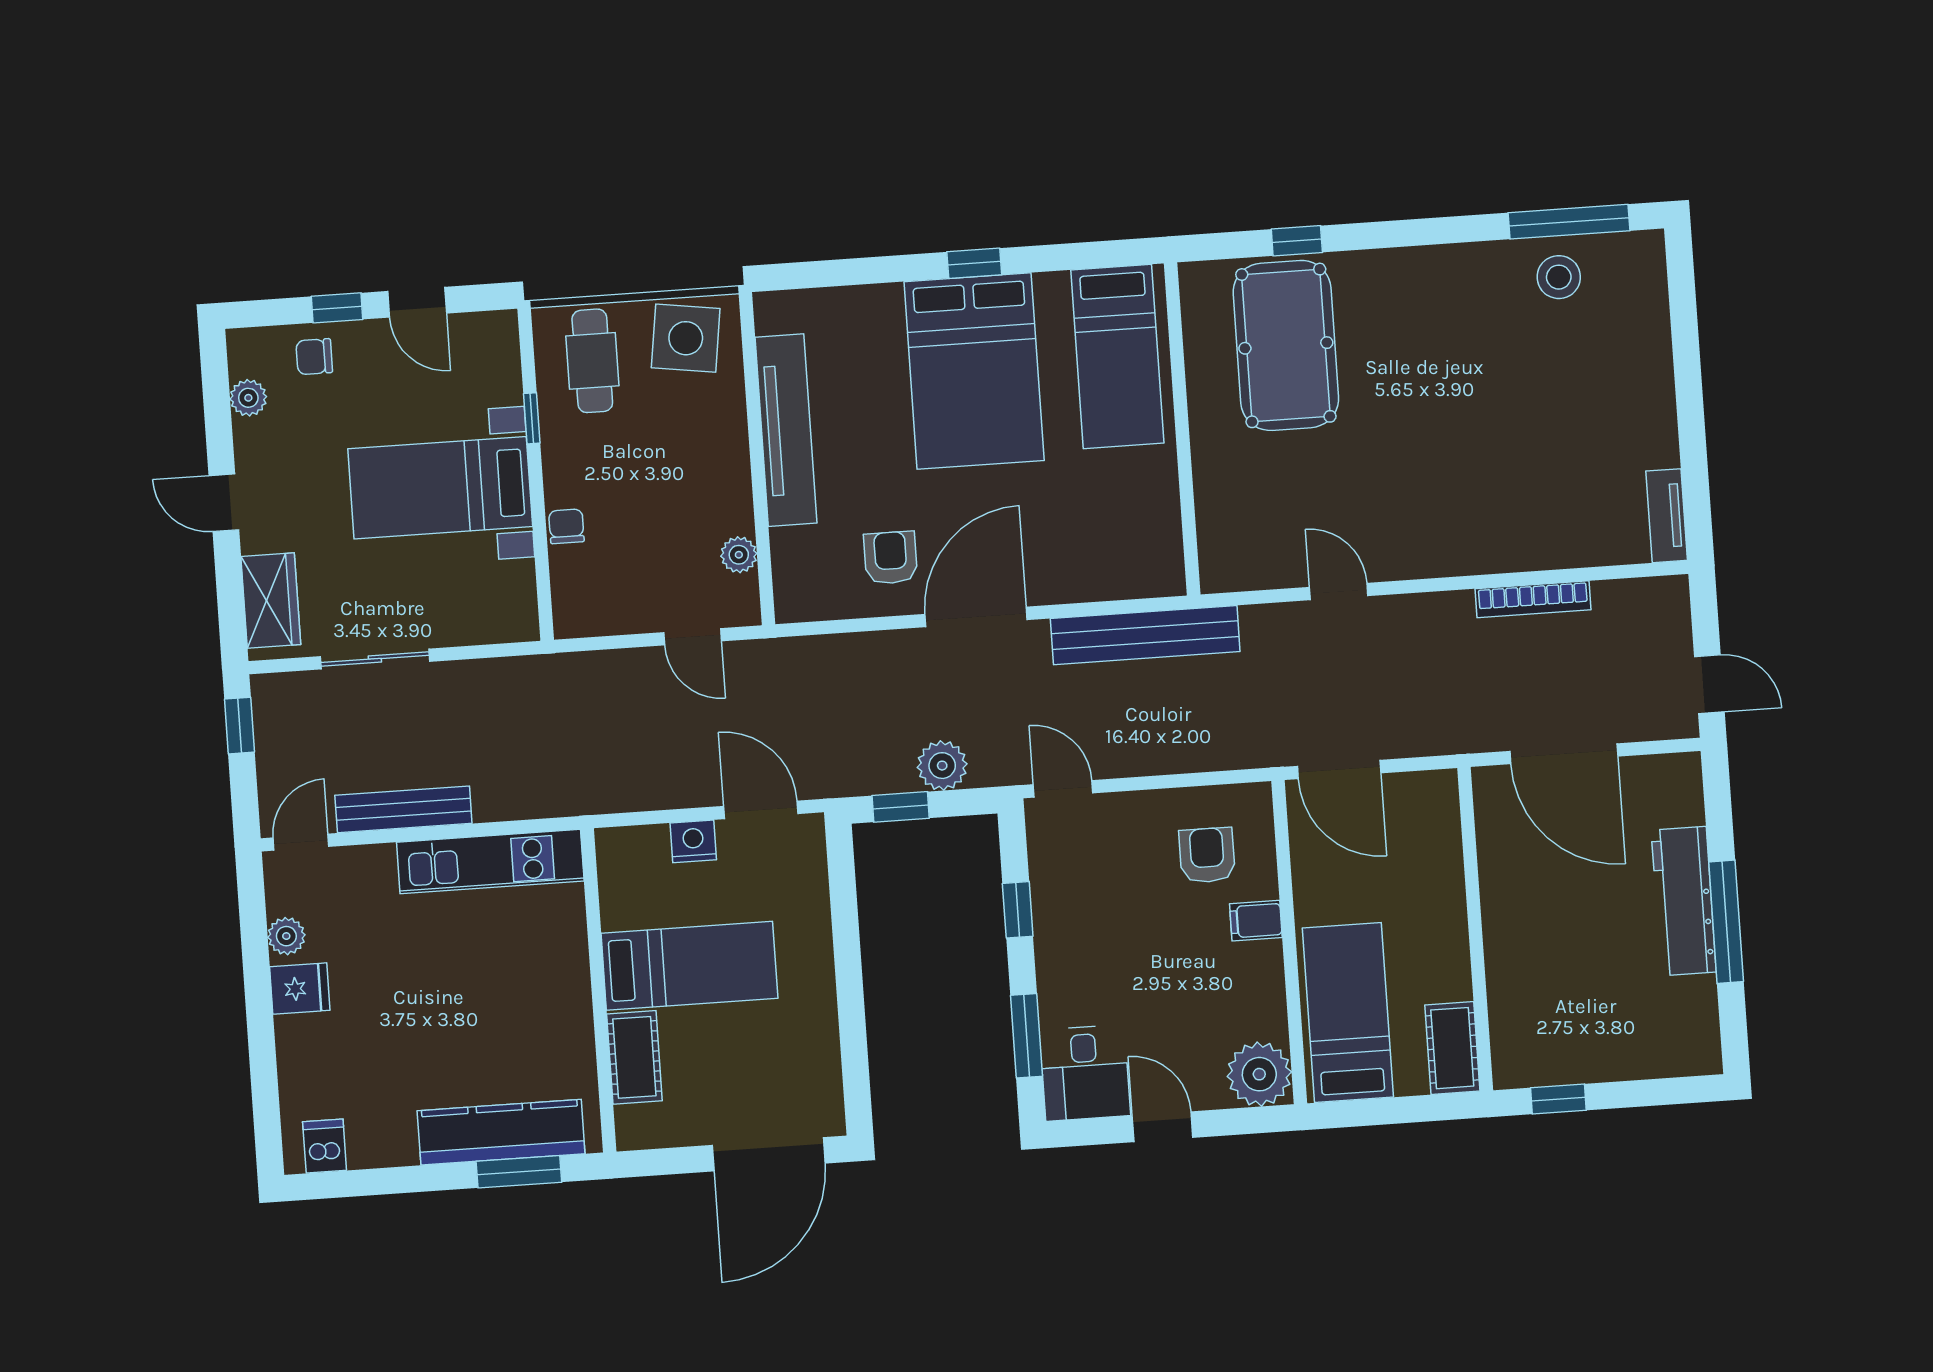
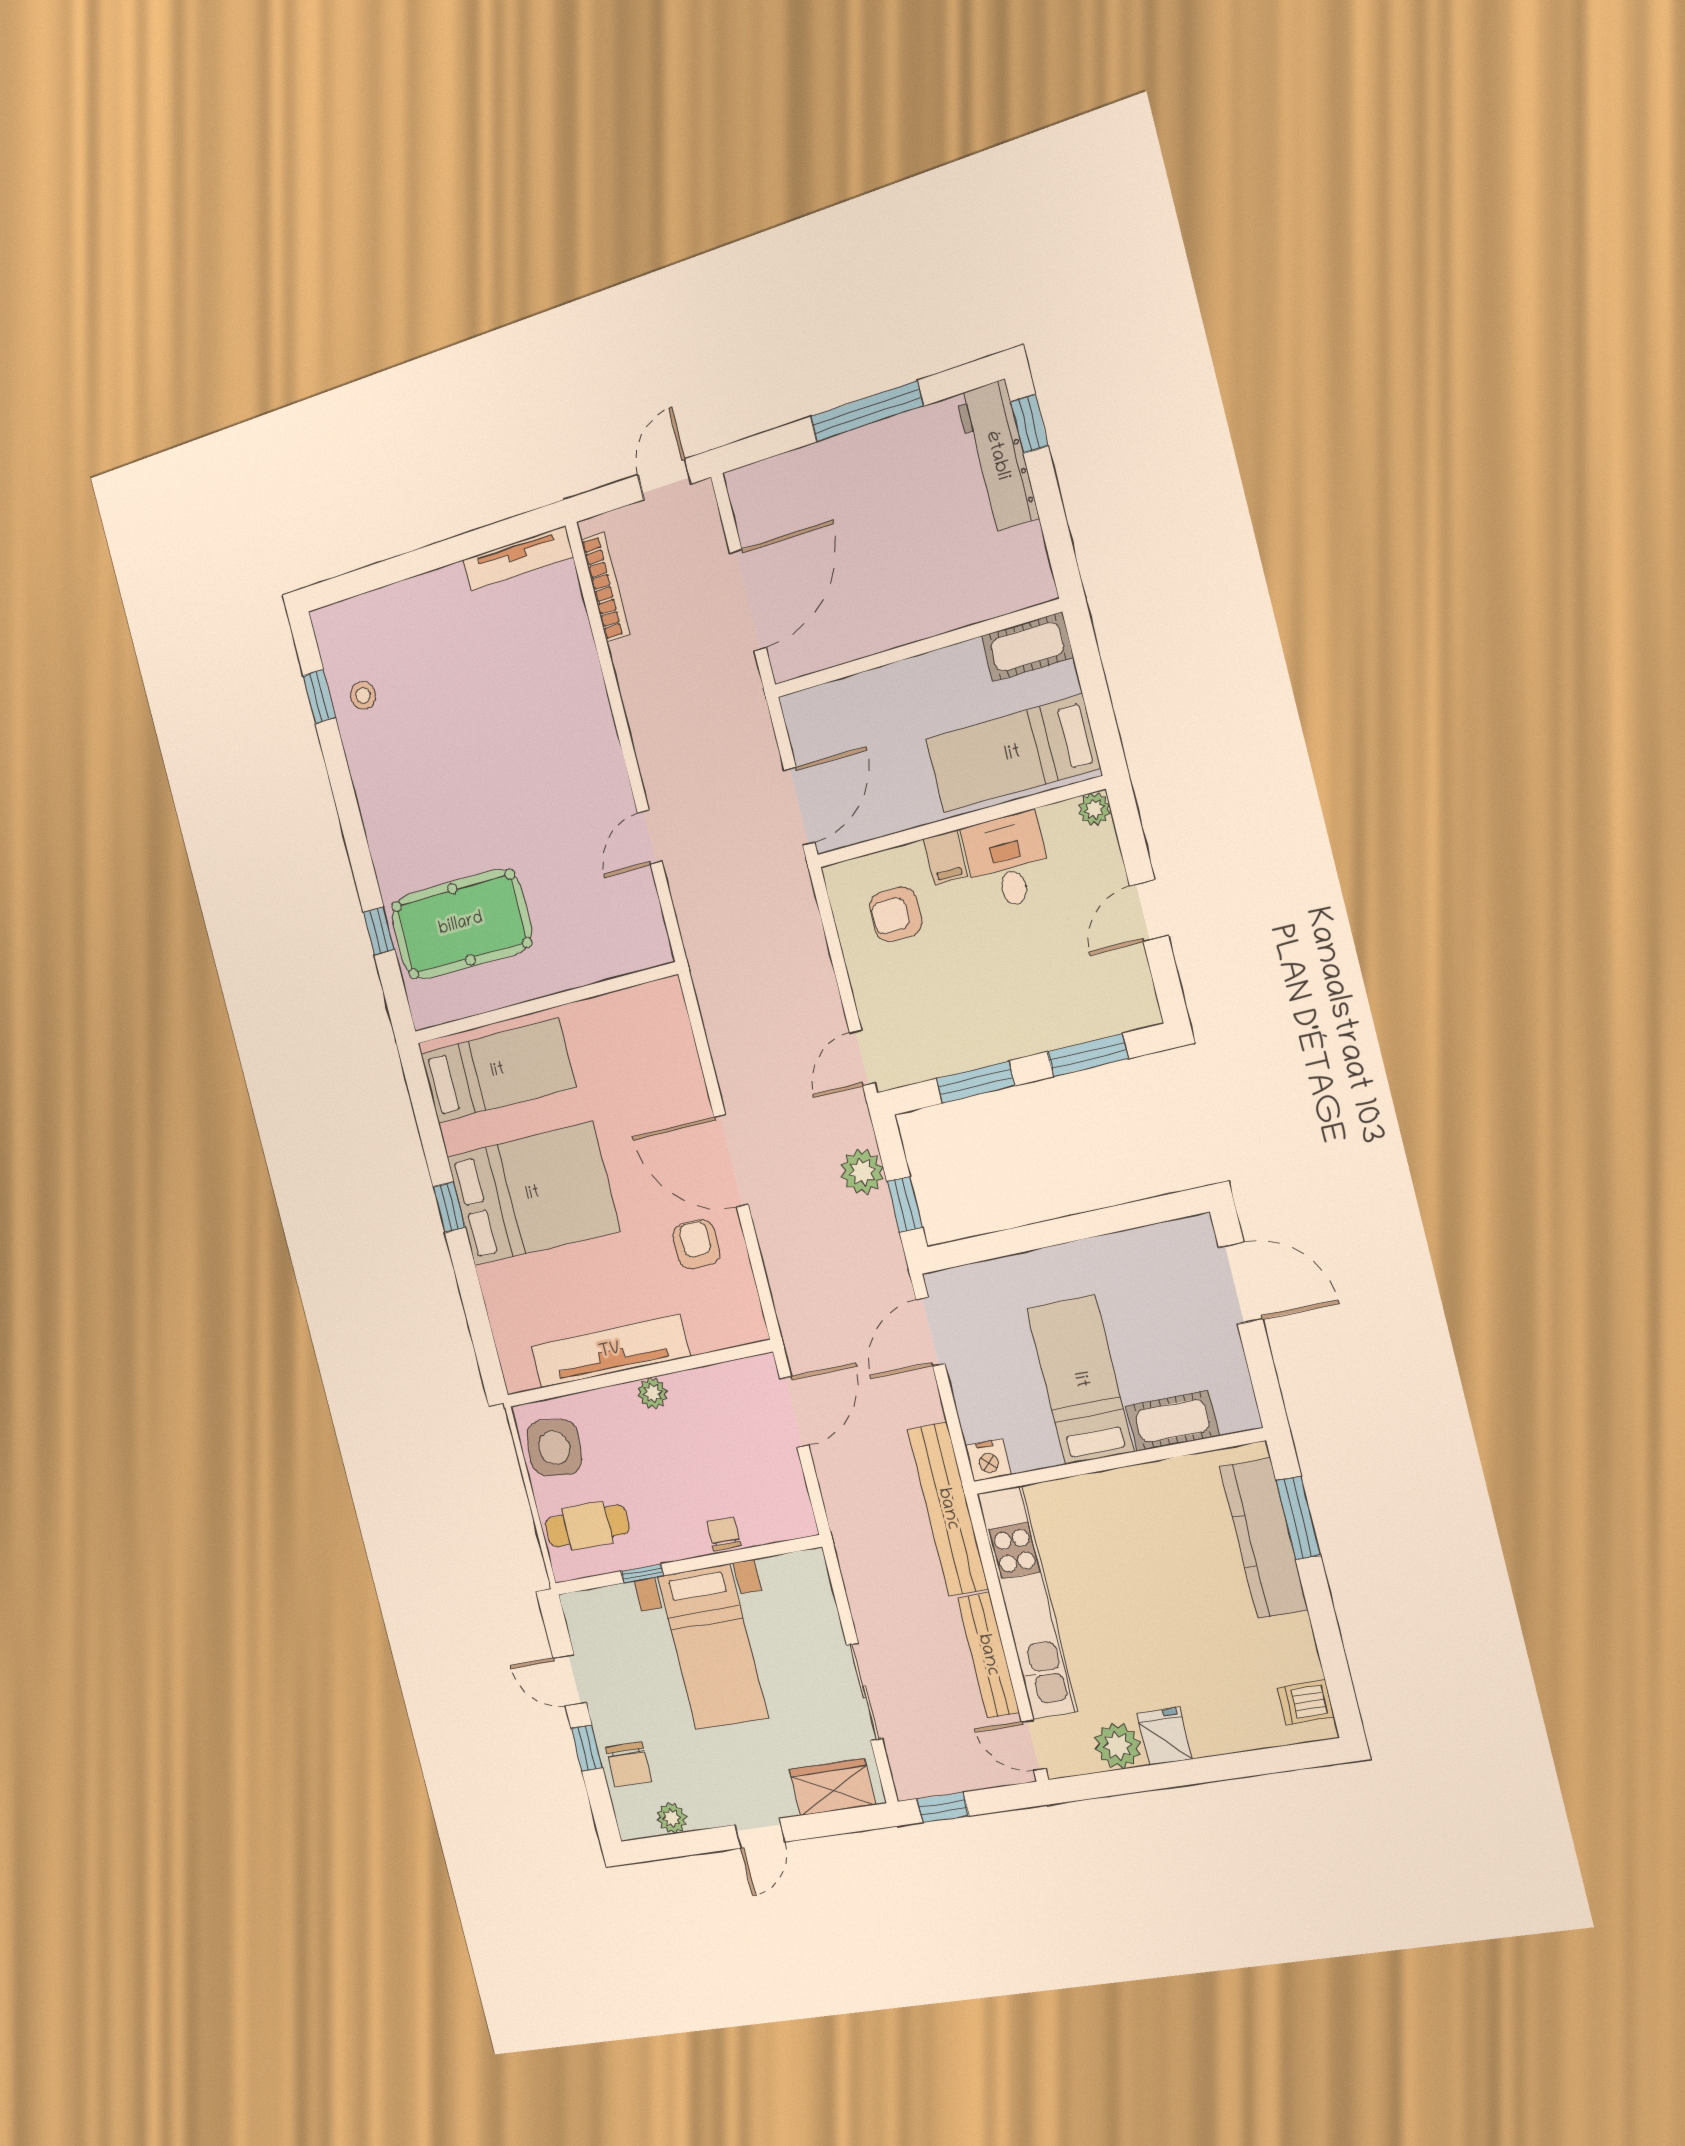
window: (1569, 222) -> (319, 696), width x0.46
stool: (1559, 277) -> (363, 695), width x0.73, depth x0.73
door: (417, 302) -> (570, 1680), swing flipped
chair: (314, 357) -> (629, 1764), width x1.37, depth x1.37
tv unit: (1667, 516) -> (518, 558), width x1.41
chair: (566, 526) -> (724, 1534), turned 90
plant: (739, 555) -> (653, 1393), moved
armchair: (891, 558) -> (696, 1245), turned 90
bookcase: (1533, 599) -> (606, 587), moved
bench: (1145, 635) -> (948, 1509), moved
door: (693, 637) -> (794, 1412), width x1.38
nightstand: (693, 841) -> (988, 1460), moved, turned -90
kitchen unit: (490, 862) -> (1027, 1603), width x1.36
workbench: (1684, 901) -> (997, 456), moved, turned 90
window: (1018, 910) -> (976, 1082), width x1.50
plant: (286, 936) -> (1118, 1746), width x1.38, depth x1.38
desk: (1085, 1073) -> (1007, 861), moved, turned -90
plant: (1259, 1074) -> (1094, 809), width x0.53, depth x0.53
window: (1558, 1099) -> (1029, 424), moved
door: (769, 1154) -> (1241, 1283), width x0.73

